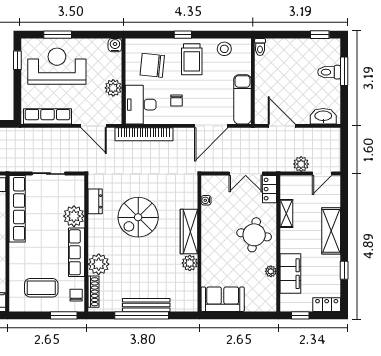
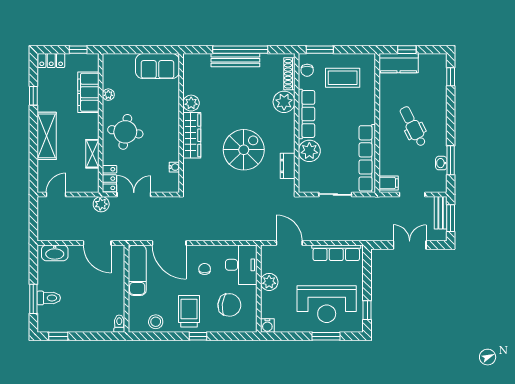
door: (211, 126) -> (169, 243), swing flipped
bookcase: (144, 134) -> (238, 235), removed
plant: (301, 164) -> (101, 204), moved

